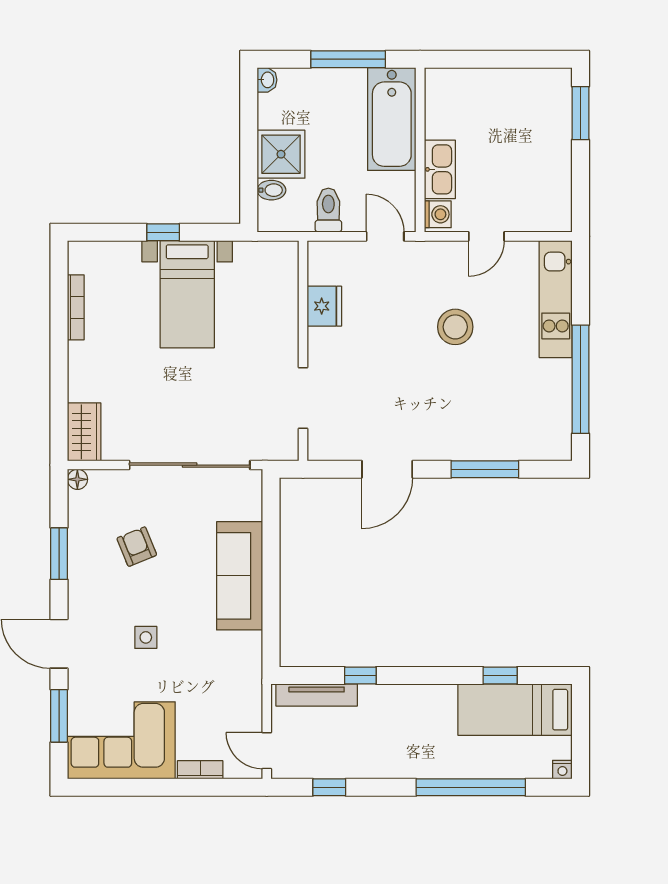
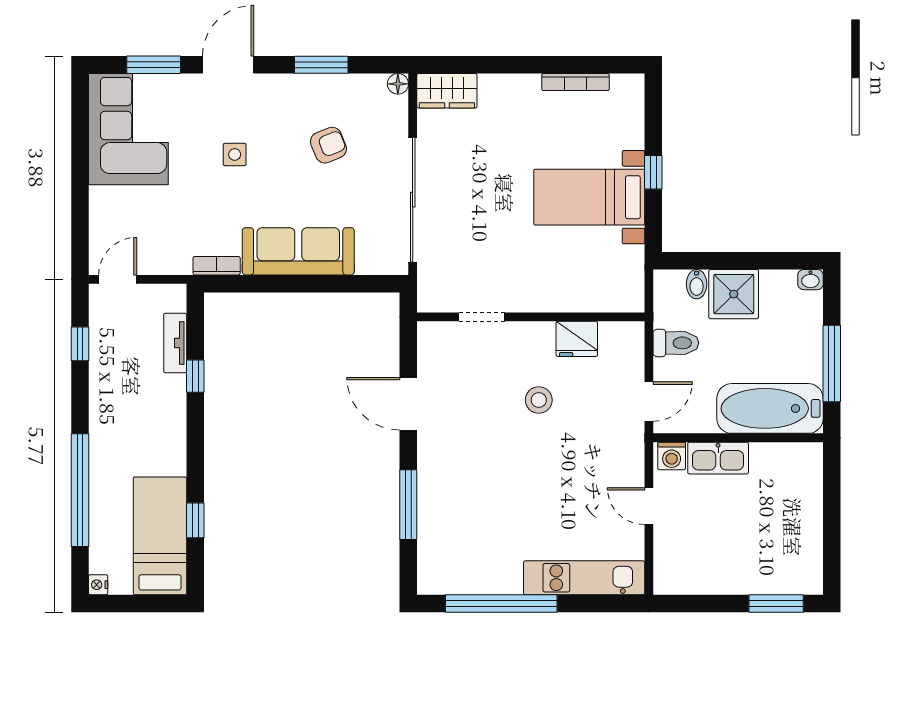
stool: (455, 327) -> (539, 400), moved, width x0.73, depth x0.73
doorway: (303, 398) -> (482, 317), width x0.73
tv unit: (317, 695) -> (175, 343), width x0.71
bookcase: (200, 770) -> (217, 266), moved, turned -90

